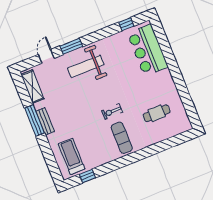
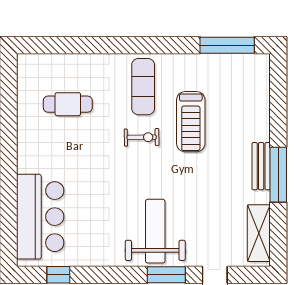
weight bench: (86, 66) -> (155, 231), turned -90
treadmill: (72, 156) -> (191, 122), moved
window: (87, 176) -> (227, 45), width x2.17

